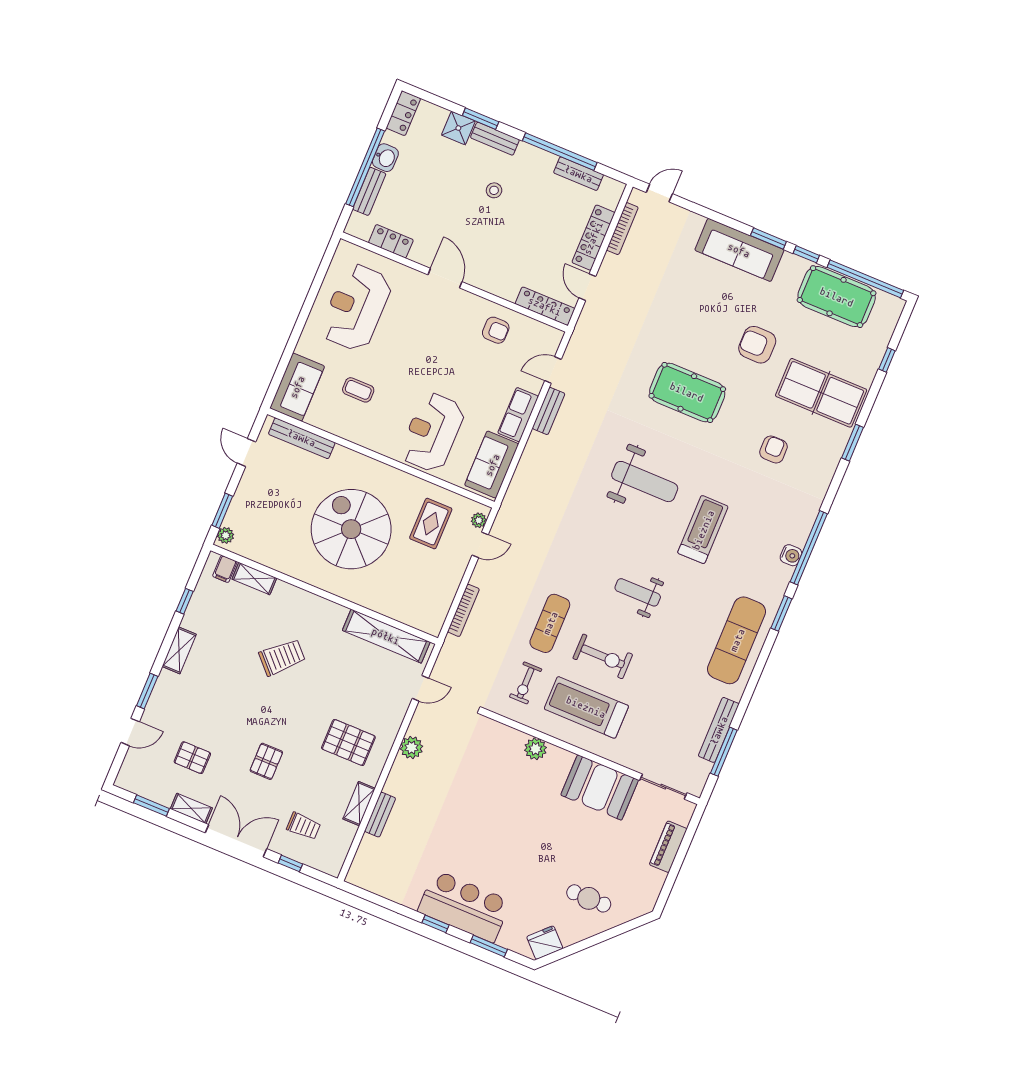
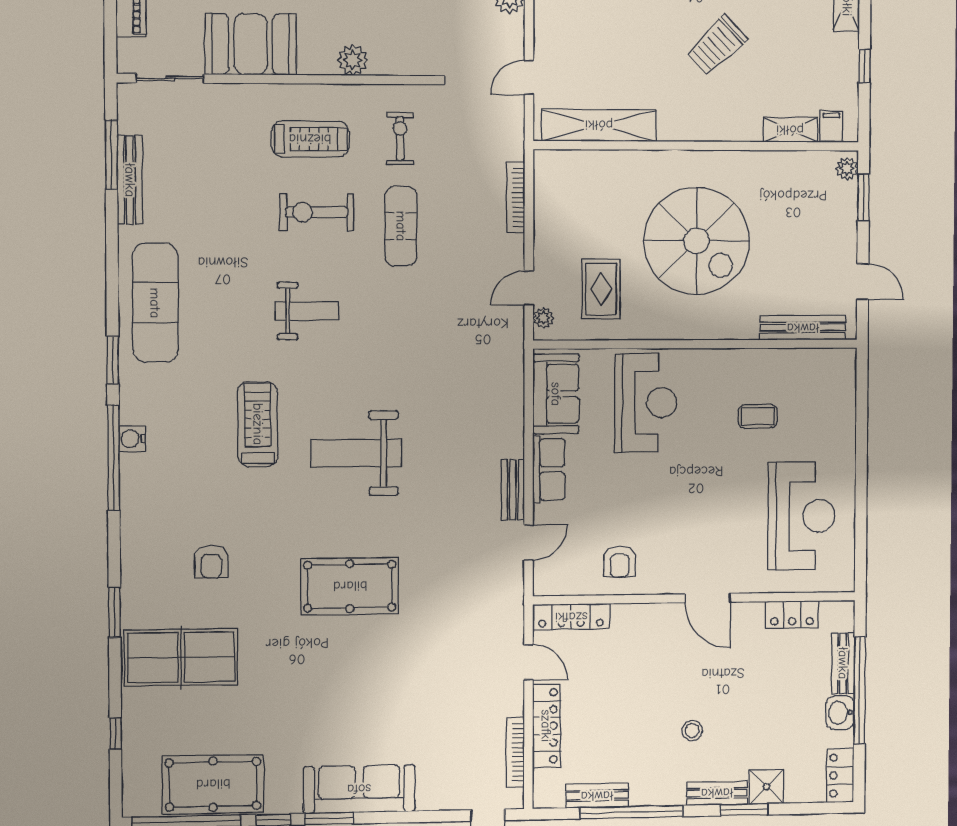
armchair: (496, 330) -> (620, 561), turned -90
armchair: (757, 345) -> (287, 683), removed
sofa: (297, 387) -> (834, 388), removed
treadmill: (703, 530) -> (258, 424), turned 180
treadmill: (586, 707) -> (310, 139), width x0.73, depth x0.73

